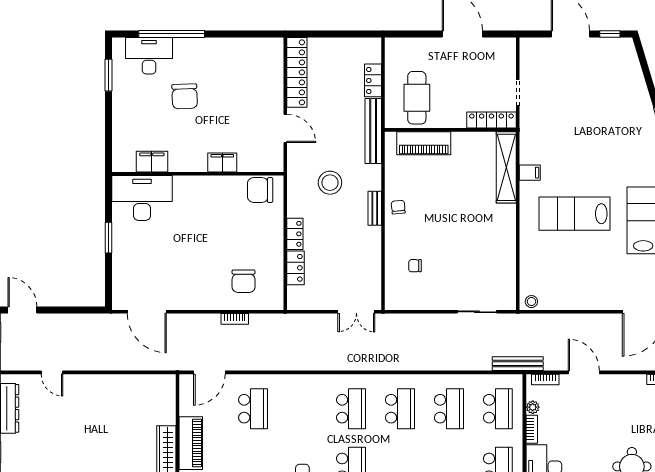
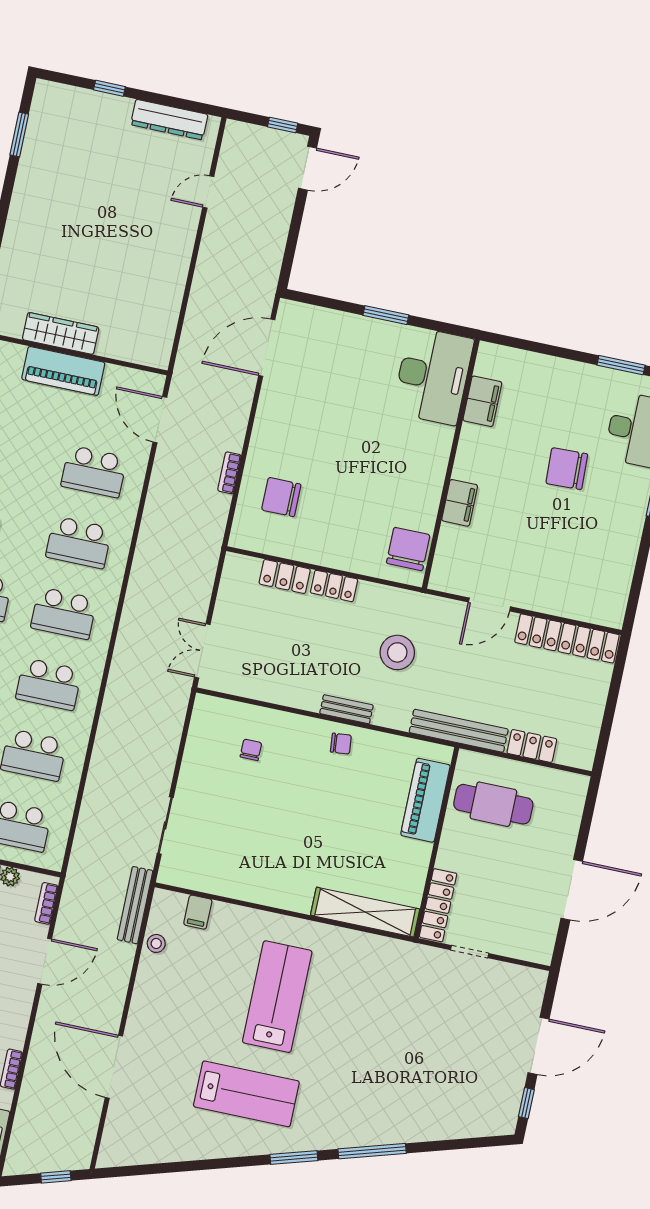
filing cabinet: (530, 173) -> (198, 912), moved
stool: (531, 302) -> (156, 943), moved
bench: (518, 364) -> (135, 905), moved
school desk: (302, 409) -> (79, 542), added

